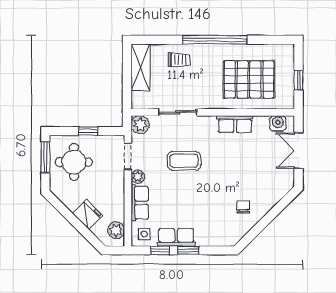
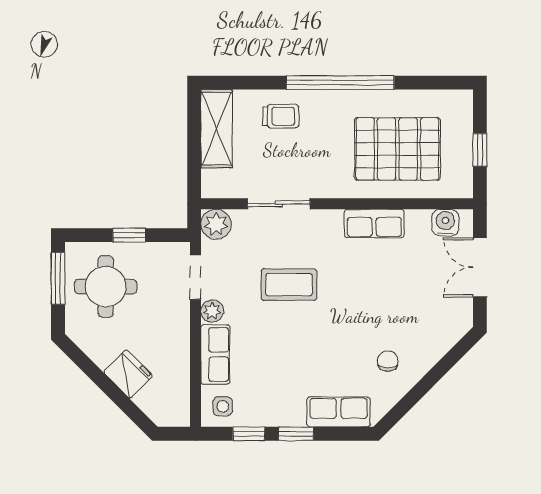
plant: (116, 230) -> (176, 400), removed
row of seats: (176, 237) -> (339, 412), moved

